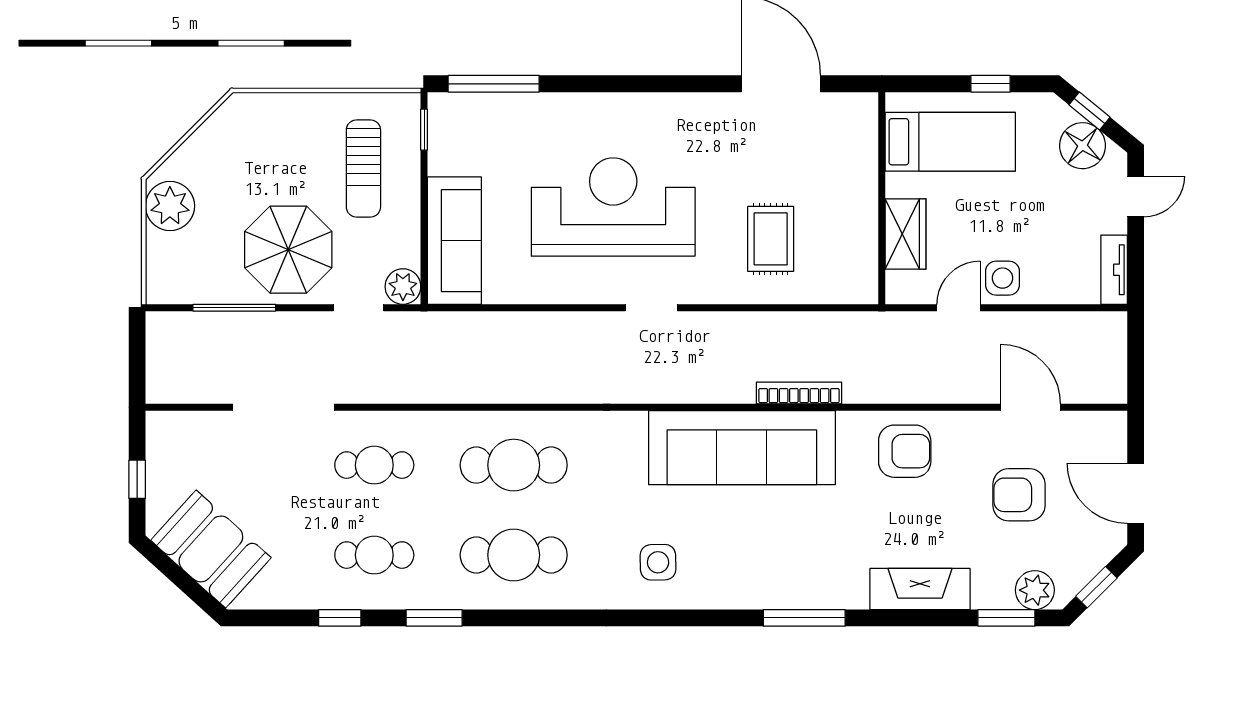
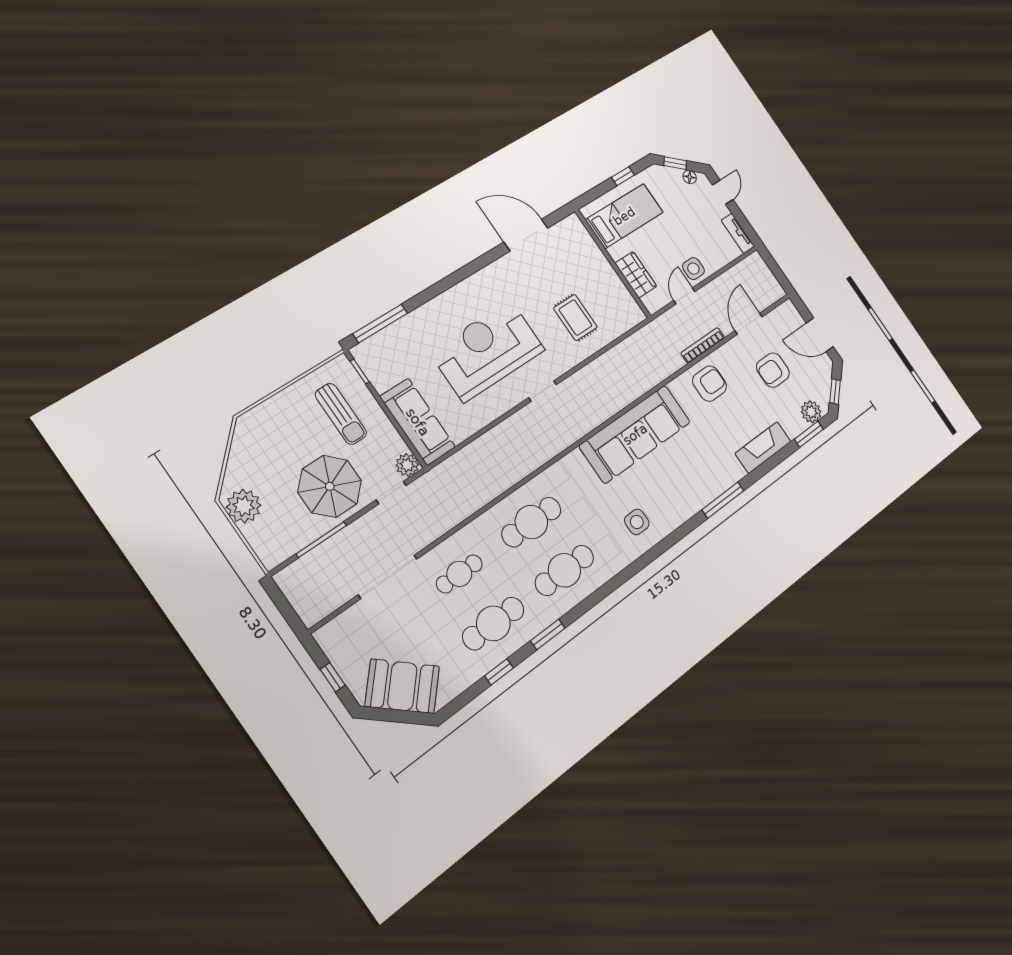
floor lamp: (1082, 146) -> (690, 177), width x0.53, depth x0.53
bookcase: (799, 393) -> (703, 345), moved
door: (1031, 407) -> (749, 324), hinge flipped
cafe table: (374, 555) -> (493, 623), width x1.37, depth x1.35

